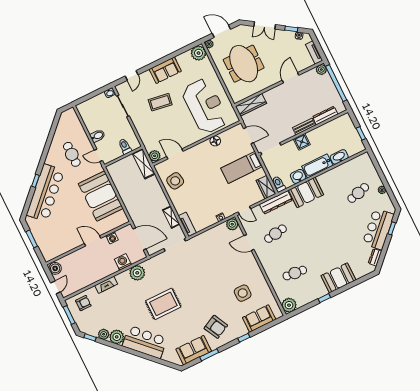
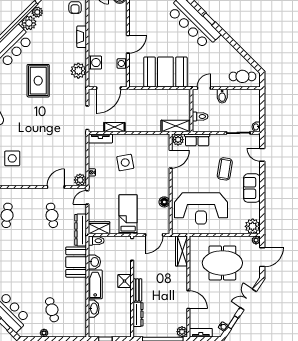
row of seats: (147, 139) -> (197, 140), added
cafe table: (72, 154) -> (242, 76), moved
side table: (175, 181) -> (125, 163), moved

